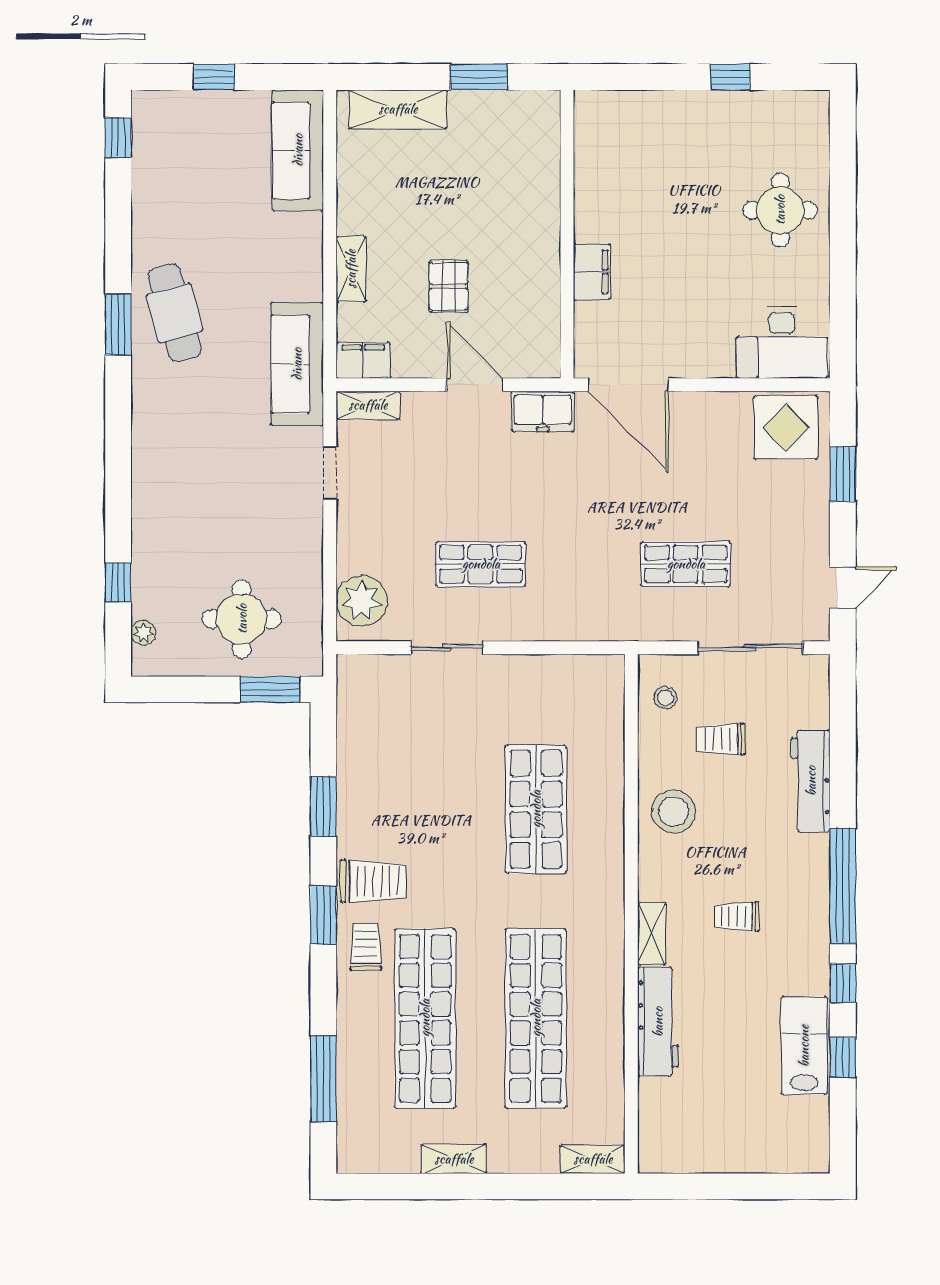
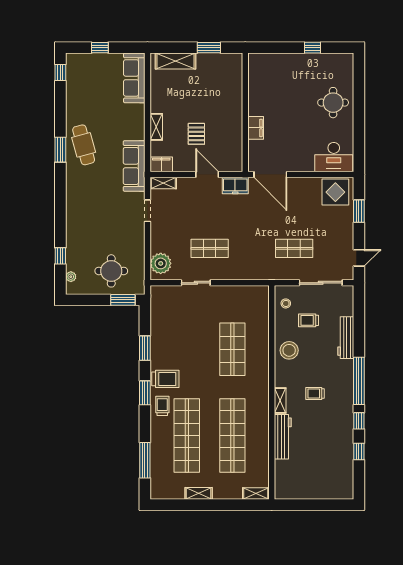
lab bench: (804, 1046) -> (343, 447), removed

